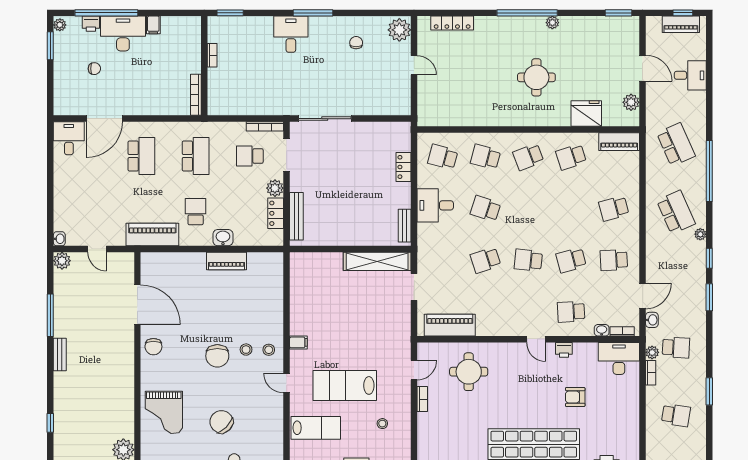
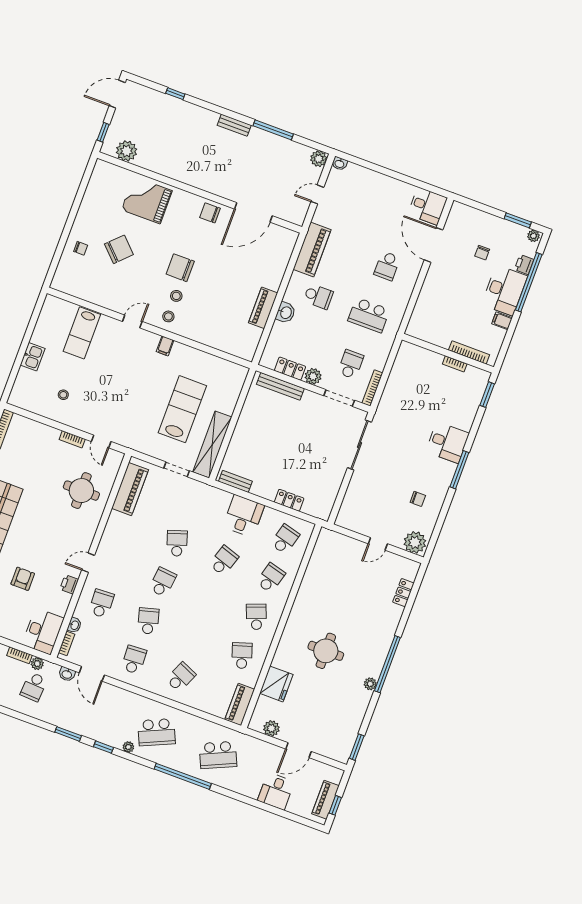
locker: (452, 23) -> (403, 593), width x0.66
bookcase: (196, 95) -> (469, 352), moved
school desk: (141, 156) -> (387, 266), width x0.54
school desk: (614, 209) -> (181, 677), turned 39
lab bench: (345, 385) -> (182, 409), moved

